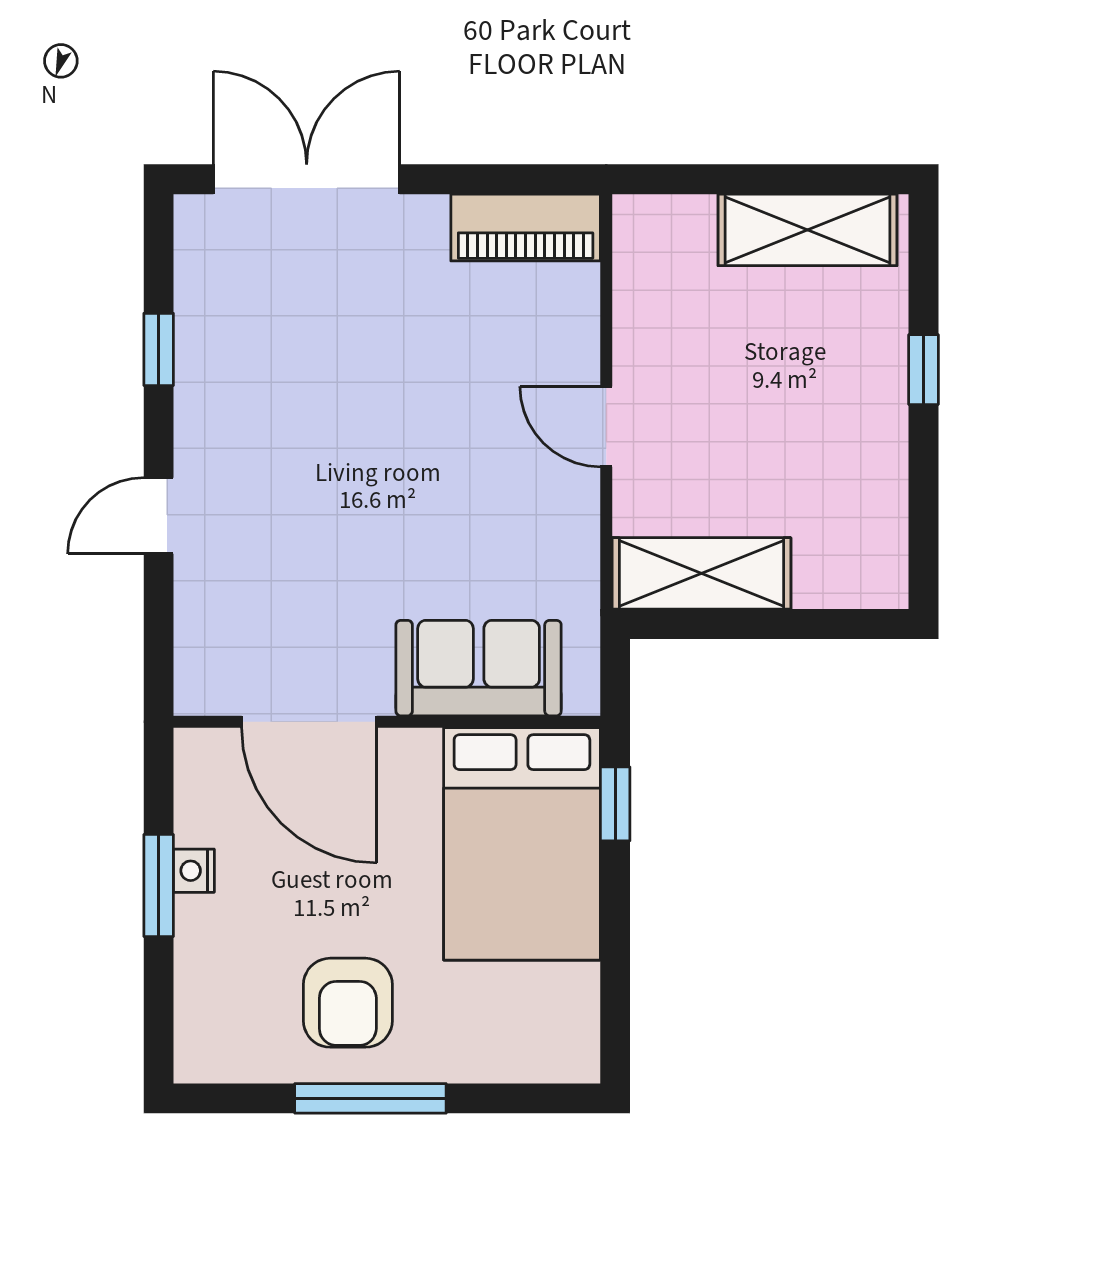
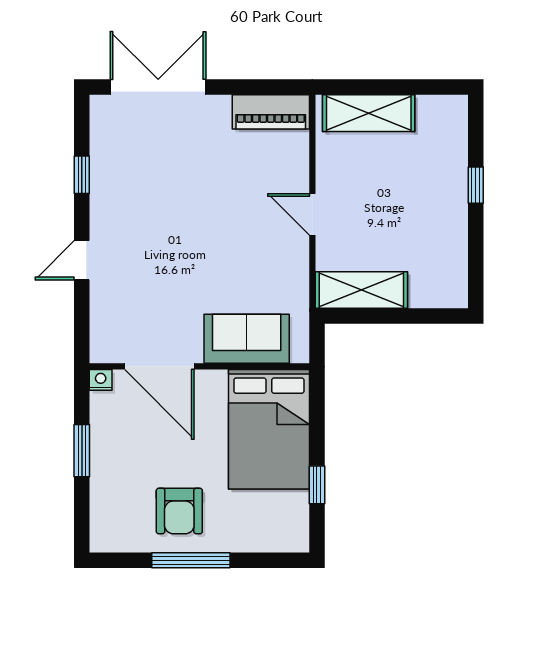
shelving: (807, 230) -> (369, 113), moved
window: (615, 804) -> (317, 485), moved
nightstand: (194, 871) -> (101, 380), moved, turned 90

